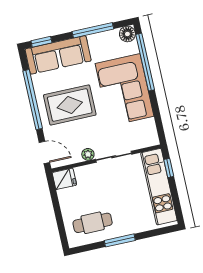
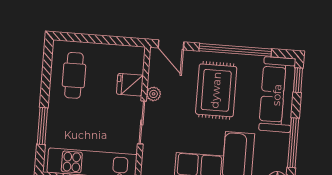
door: (44, 152) -> (171, 45), hinge flipped
fridge: (64, 179) -> (130, 85), moved, turned 90
window: (120, 240) -> (42, 126), moved

